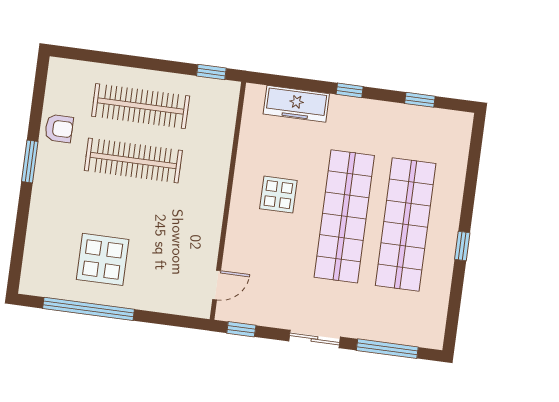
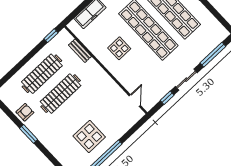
bench: (225, 136) -> (80, 51), added
window: (241, 329) -> (167, 98), moved

